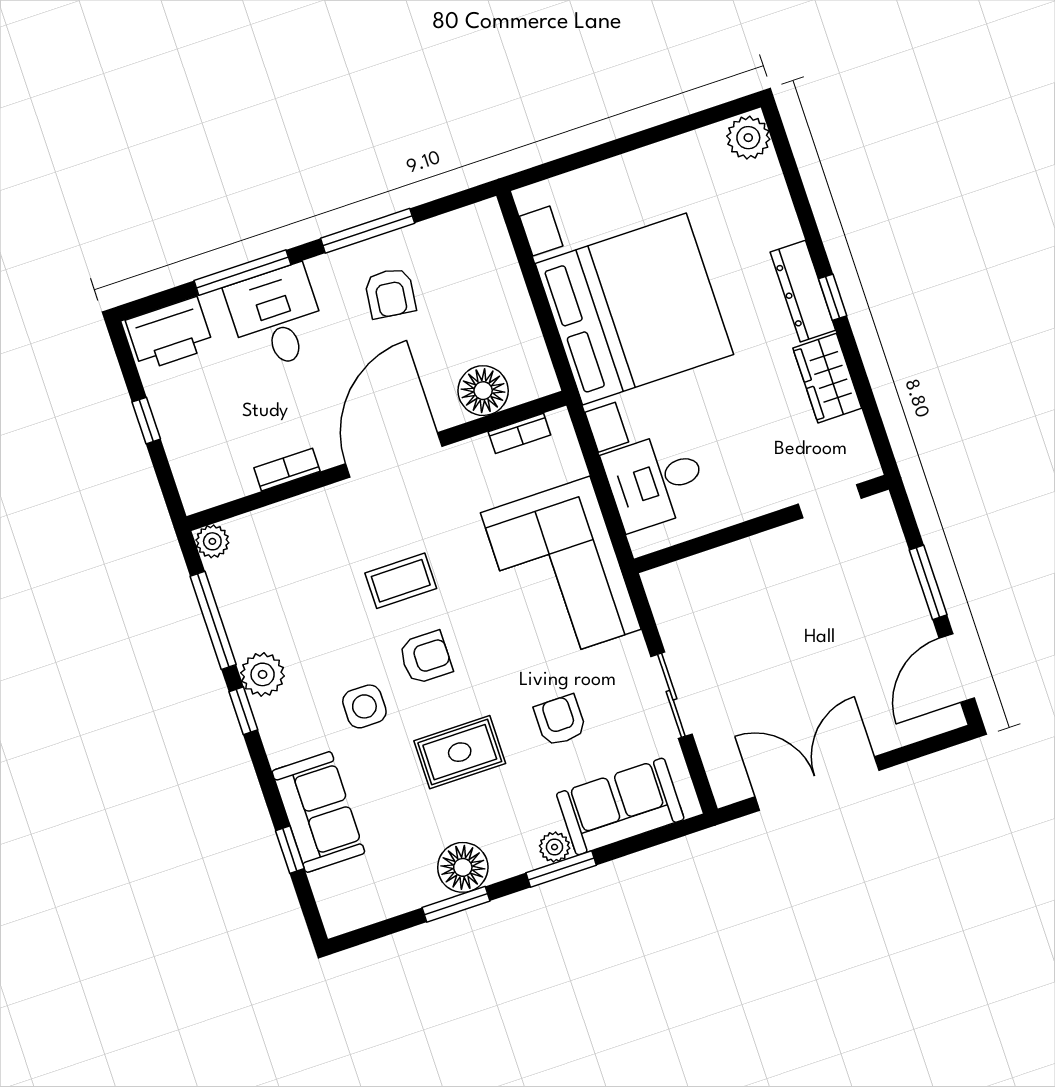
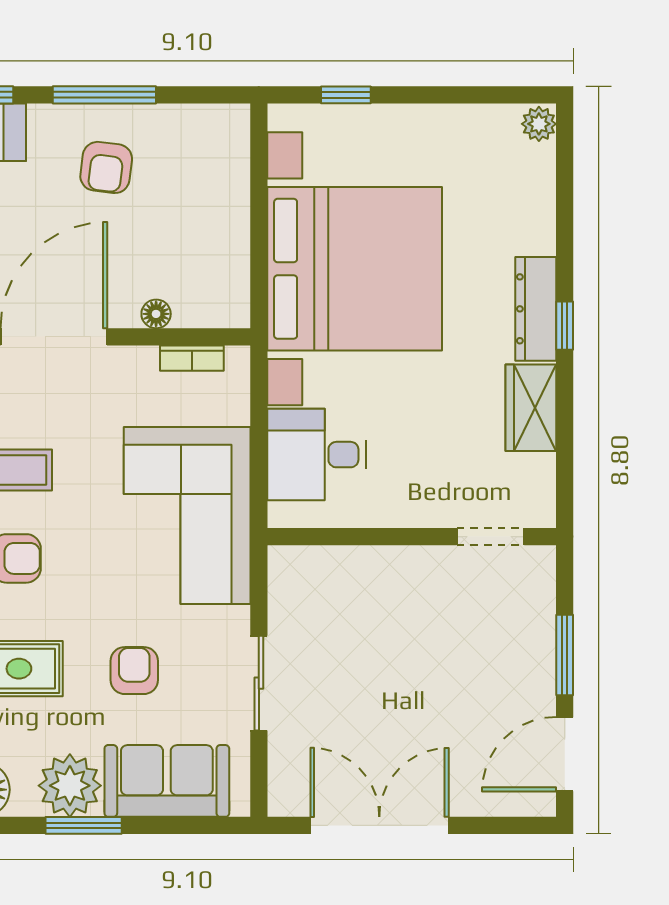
plant: (748, 138) -> (539, 124), width x0.73, depth x0.73
window: (577, 161) -> (346, 95), added
floor lamp: (483, 391) -> (156, 314), width x0.53, depth x0.53
plant: (555, 847) -> (70, 786), width x1.88, depth x1.88

